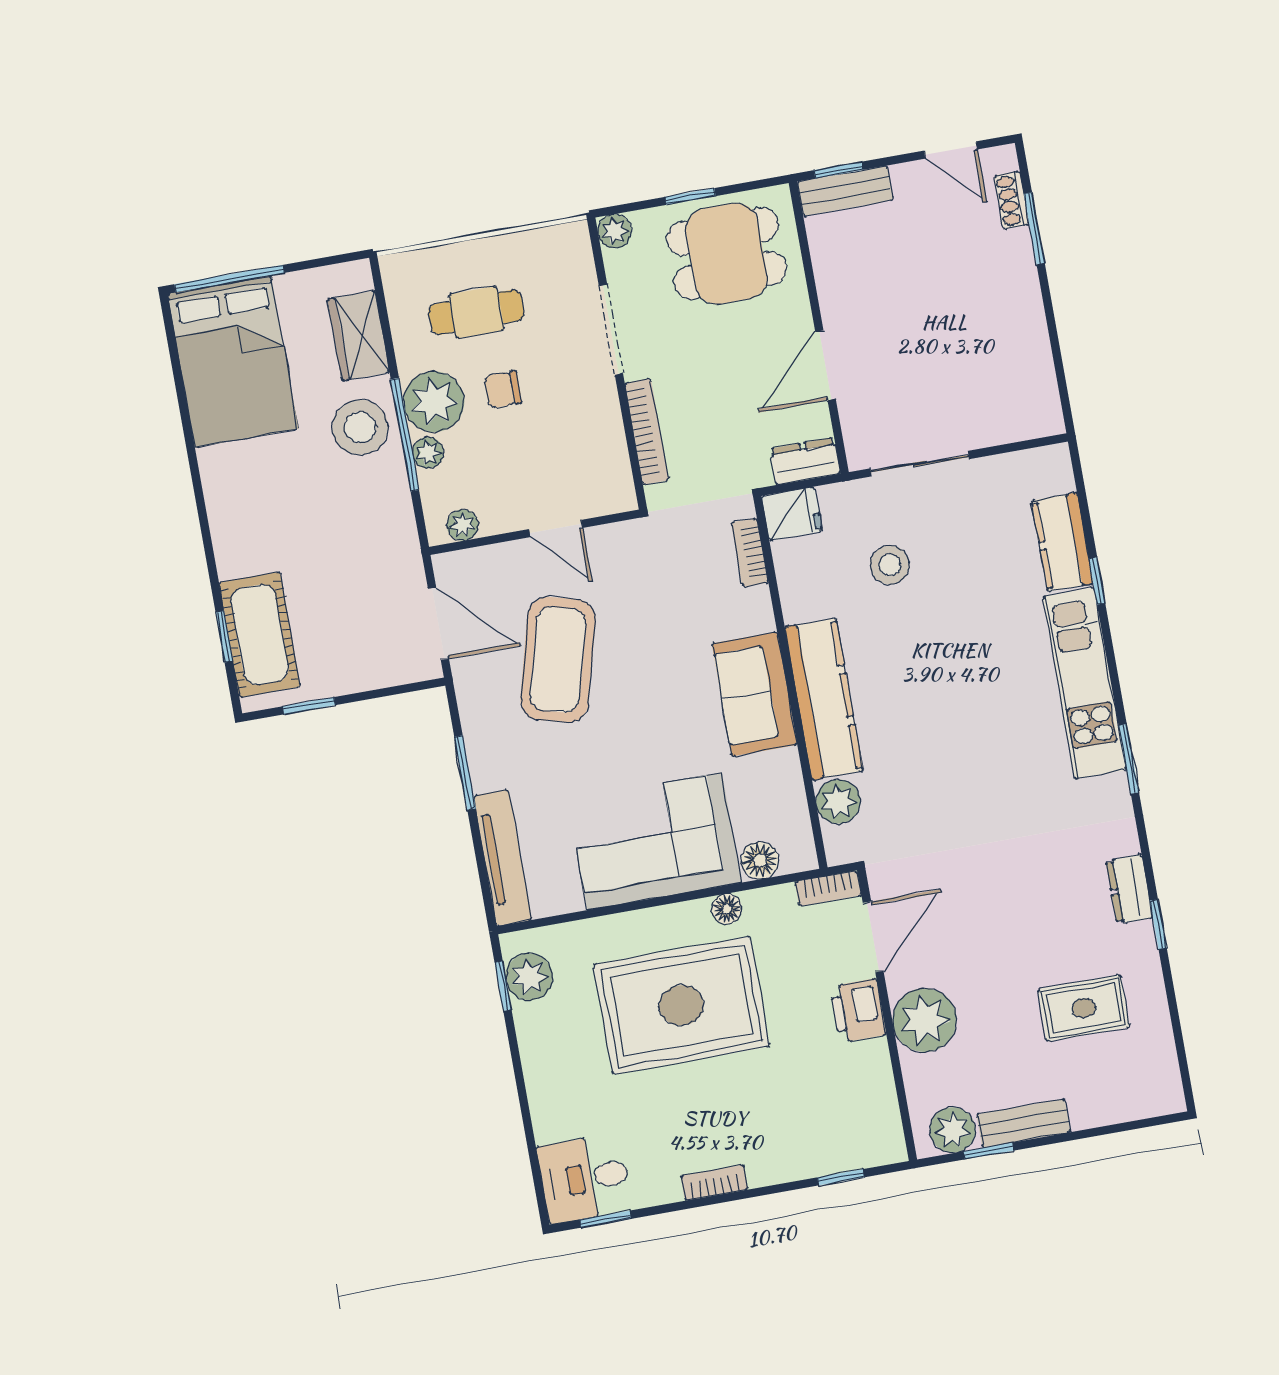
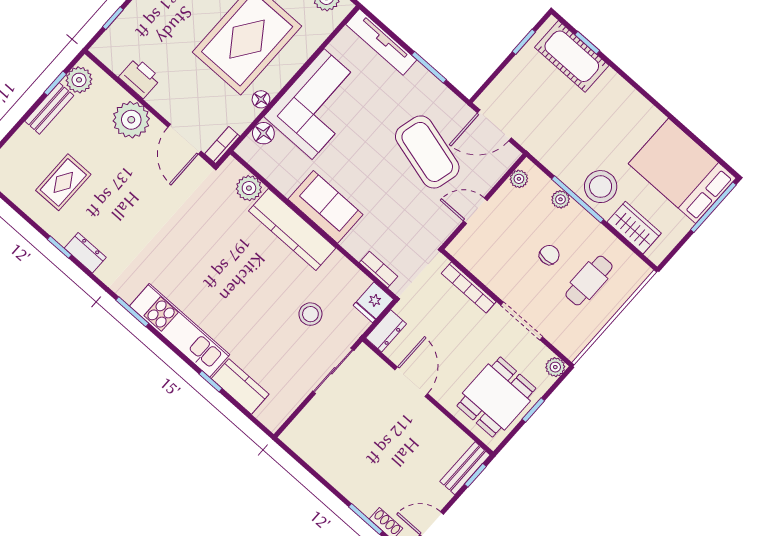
plant: (434, 402) -> (576, 225), removed
printer: (858, 1011) -> (140, 78), moved

